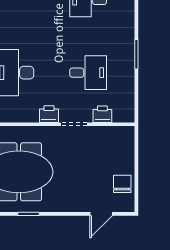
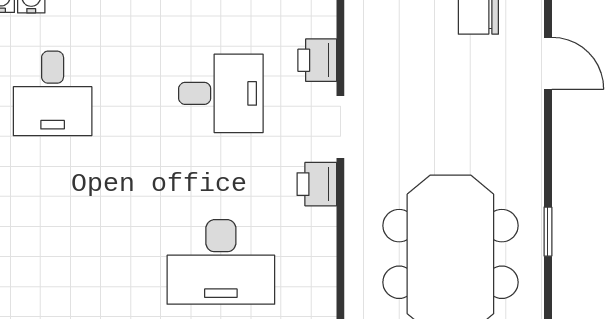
desk: (88, 73) -> (221, 93), turned 90

